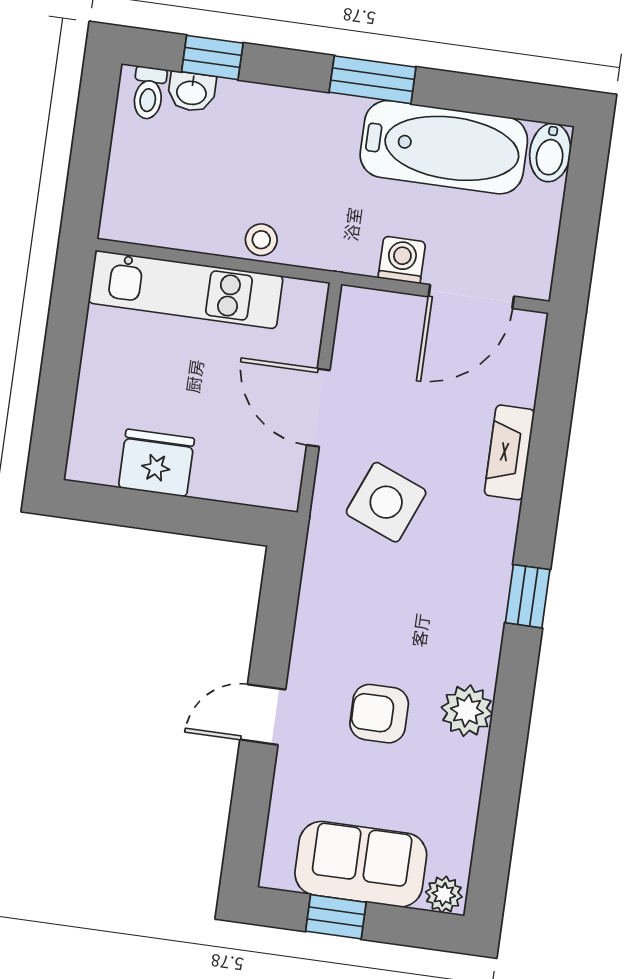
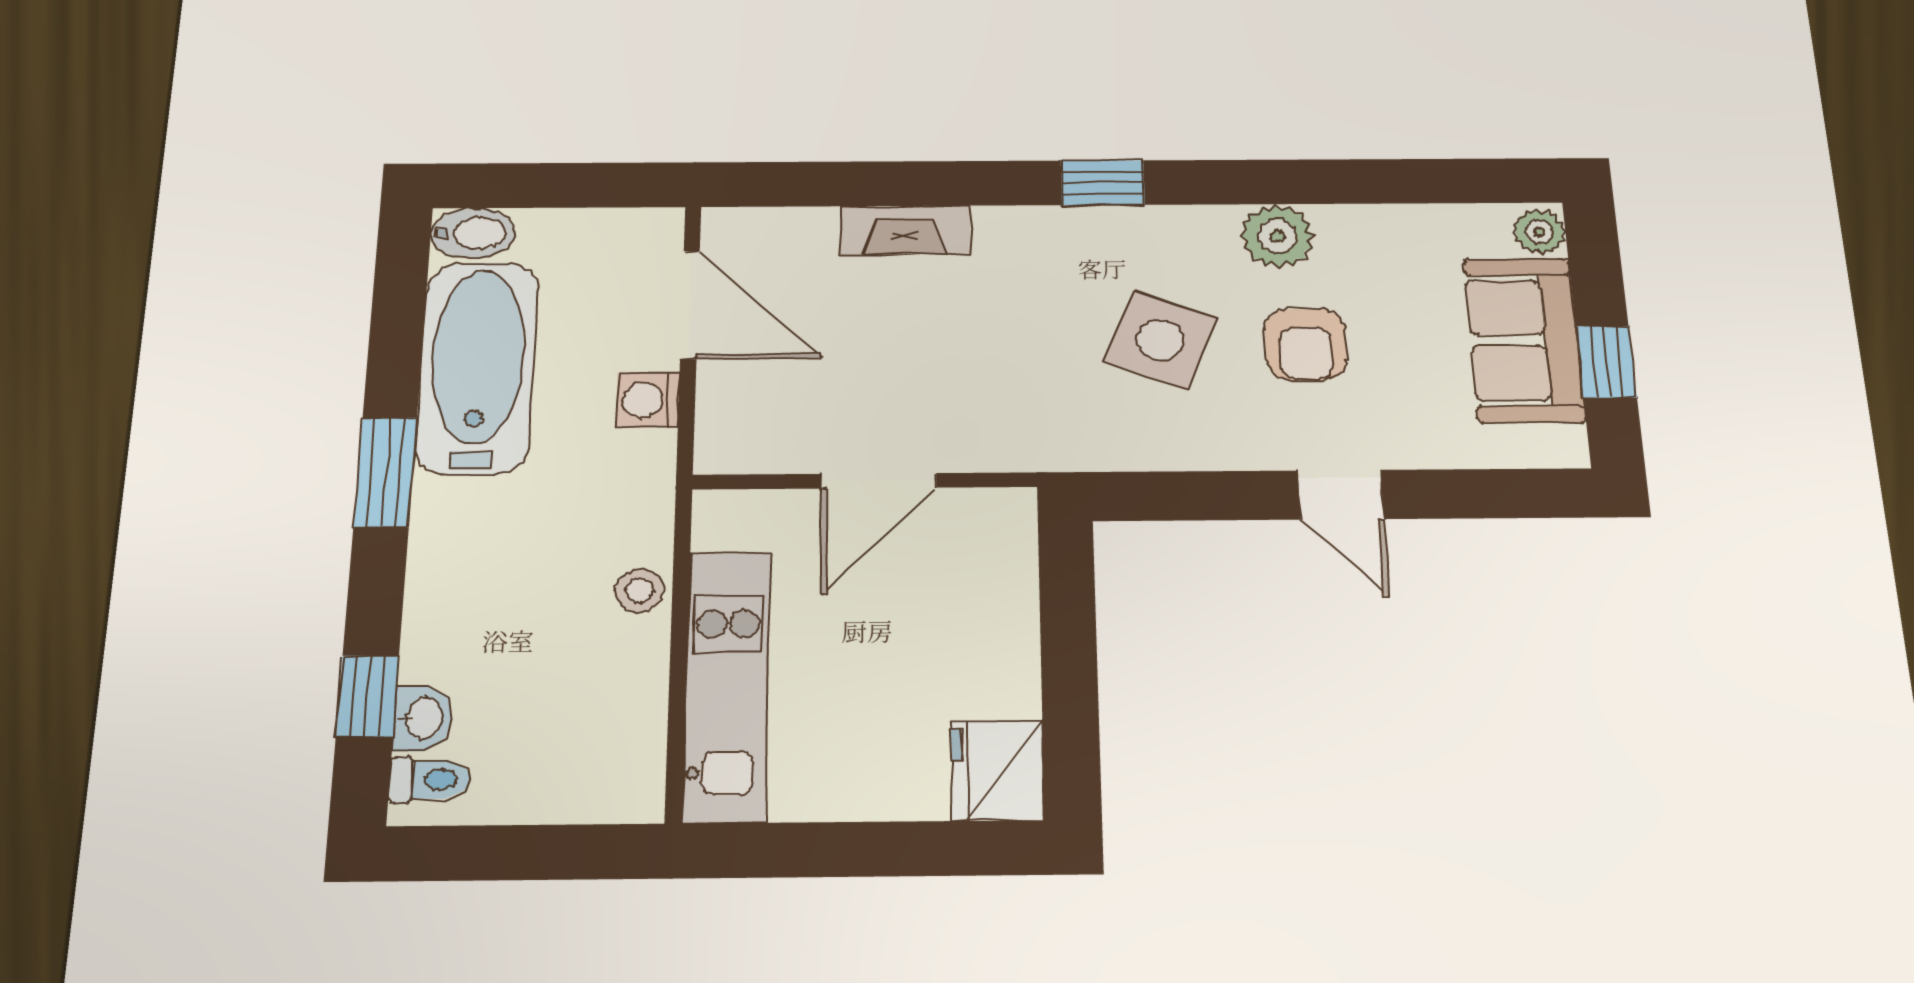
fridge: (156, 463) -> (998, 770), moved
side table: (386, 502) -> (1160, 340), moved

